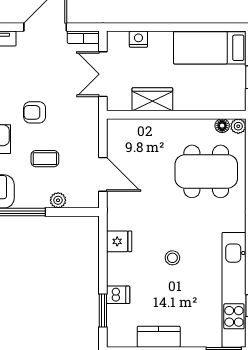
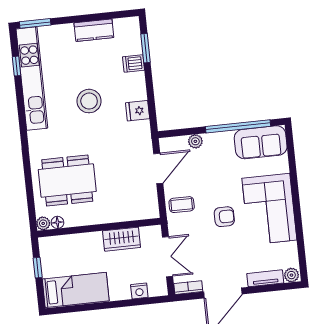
coffee table: (45, 159) -> (182, 205), moved
door: (103, 174) -> (158, 168), swing flipped
stool: (172, 258) -> (89, 101), width x1.89, depth x1.89

